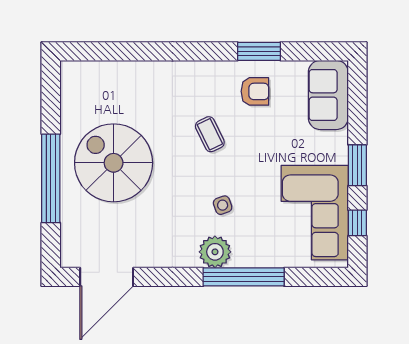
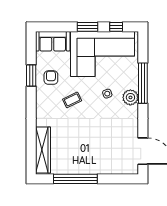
wardrobe: (109, 75) -> (43, 150), added
spiral stairs: (114, 163) -> (86, 148), removed
window: (51, 178) -> (75, 179), moved
corner sofa: (315, 213) -> (103, 54), width x1.36, depth x1.36

